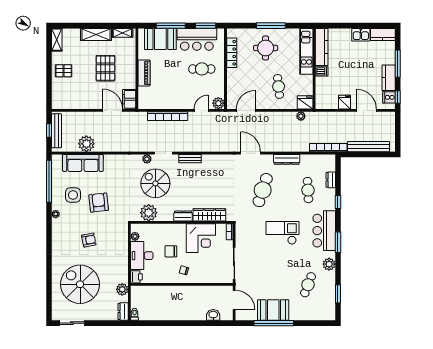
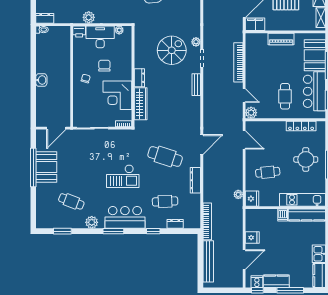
plant: (149, 213) -> (143, 44), removed
checkout: (282, 233) -> (123, 176), turned 90
plant: (122, 289) -> (89, 17), moved
washbasin: (213, 315) -> (41, 80), moved

